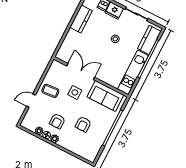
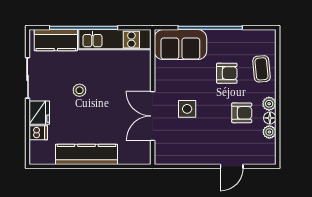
kitchen counter: (81, 19) -> (87, 154), width x1.50
coffee table: (50, 91) -> (262, 69), moved
sofa: (105, 96) -> (180, 45), moved, turned 90
door: (31, 101) -> (232, 166), hinge flipped

